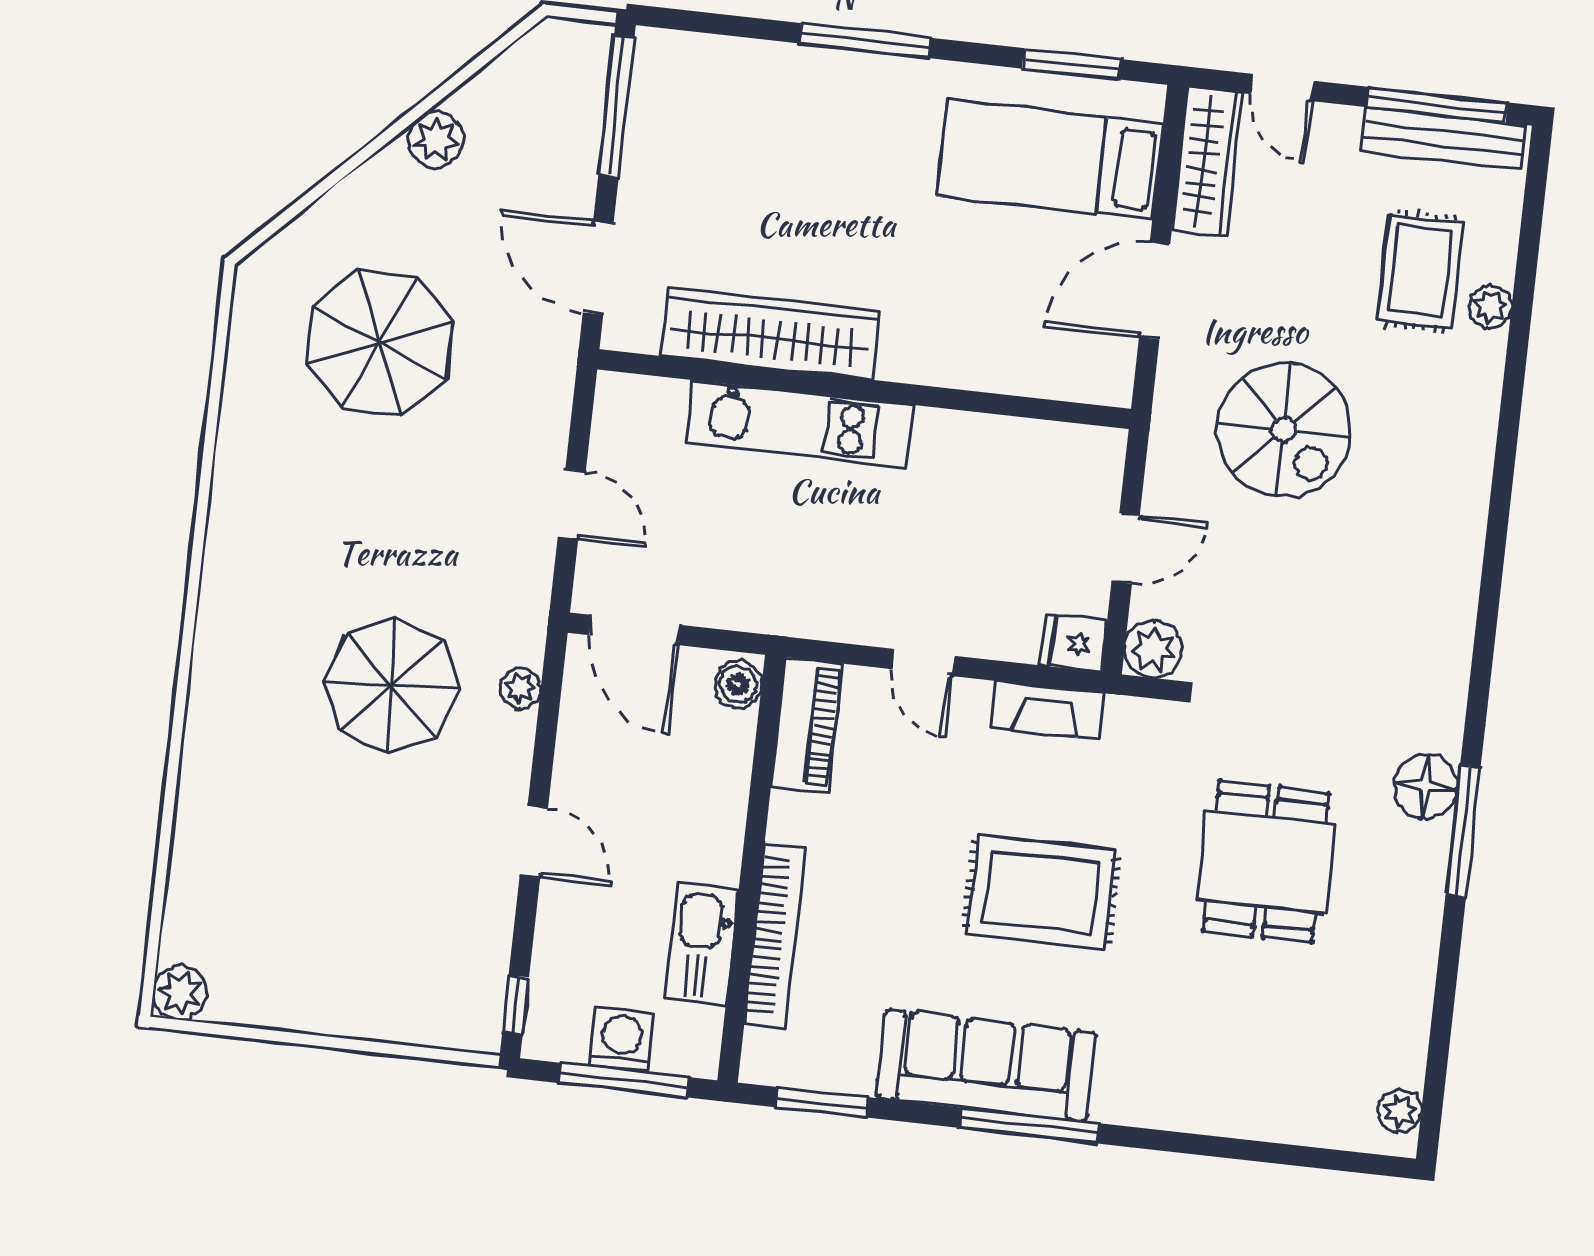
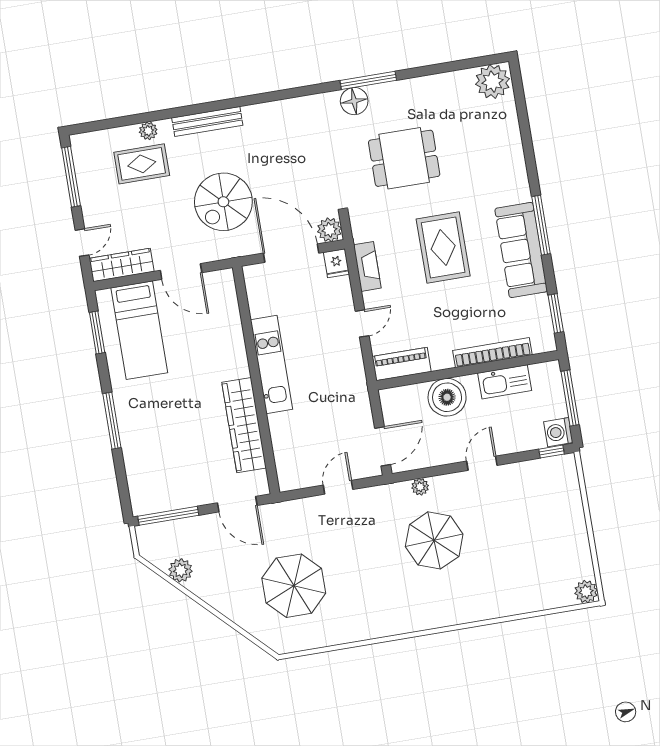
bench: (1443, 138) -> (207, 121), moved, turned 90
plant: (436, 139) -> (181, 570), moved
door: (598, 268) -> (237, 504), hinge flipped
kitchen unit: (800, 424) -> (272, 364), moved
spiral stairs: (1284, 430) -> (223, 202), turned 180
door: (1126, 548) -> (291, 253), width x1.88
boiler: (738, 684) -> (447, 397), moved, width x1.86, depth x1.86
washing machine: (622, 1040) -> (558, 432), moved
plant: (1400, 1111) -> (493, 82), width x1.88, depth x1.88

